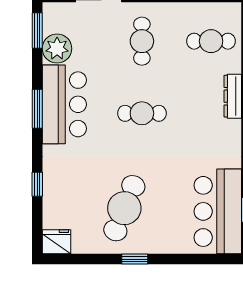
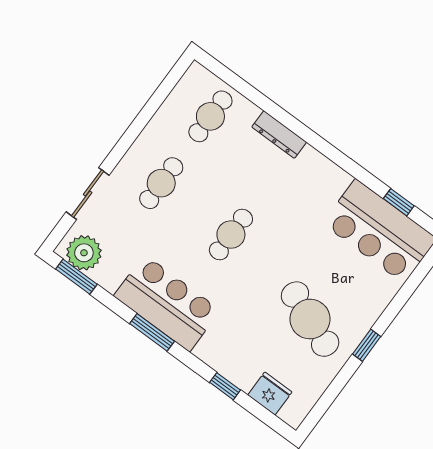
cafe table: (142, 41) -> (161, 183), turned 90
plant: (57, 49) -> (84, 253), moved
fridge: (57, 242) -> (270, 394), moved, turned 90

